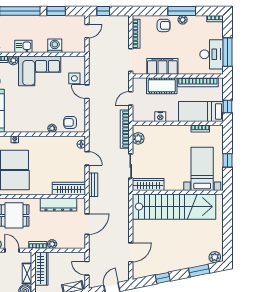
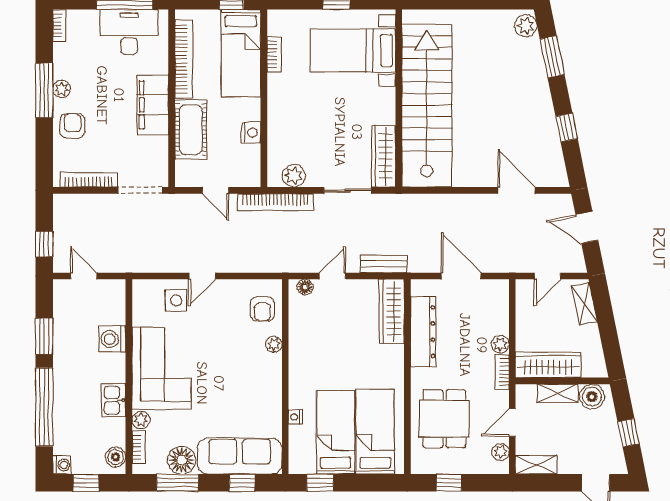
filing cabinet: (162, 66) -> (153, 105), moved

